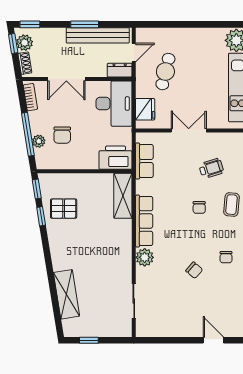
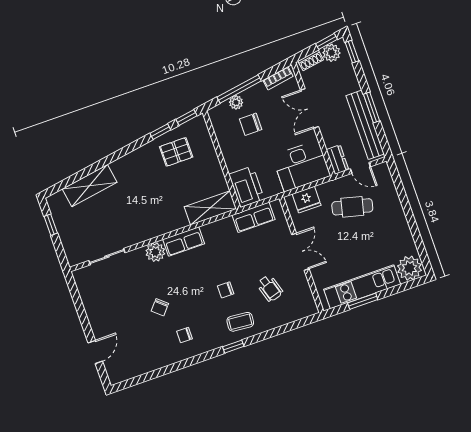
pallet: (64, 209) -> (176, 152), turned 90
row of seats: (144, 221) -> (184, 242), width x0.68

